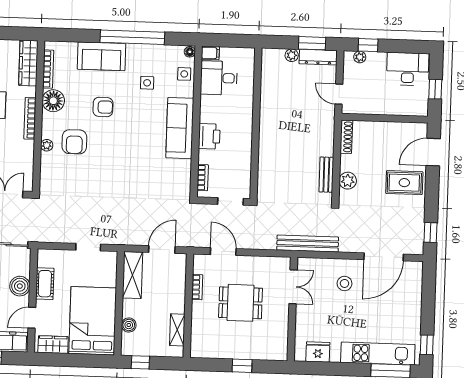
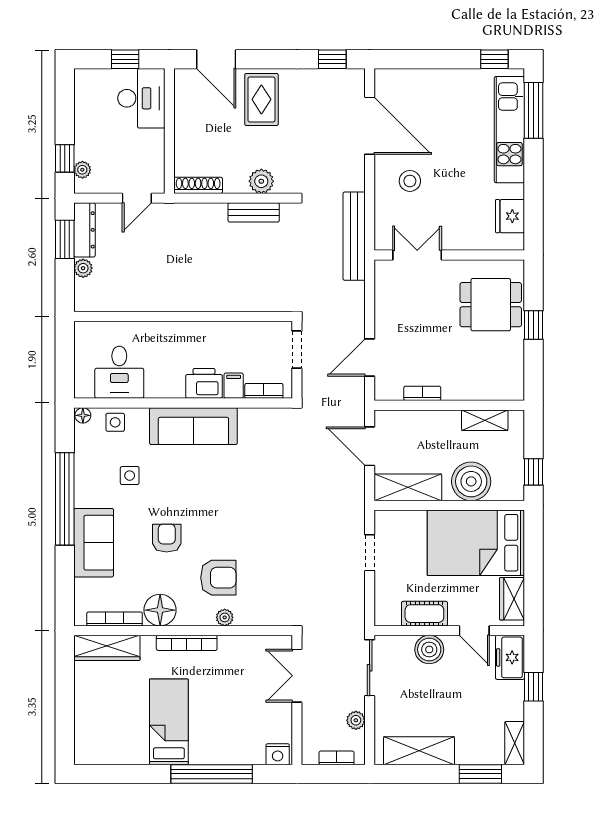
filing cabinet: (210, 53) -> (234, 386), moved
desk: (408, 69) -> (141, 98), moved, turned 180
dining table: (241, 303) -> (491, 305), moved, turned 90
boiler: (129, 325) -> (471, 481), width x1.86, depth x1.86

